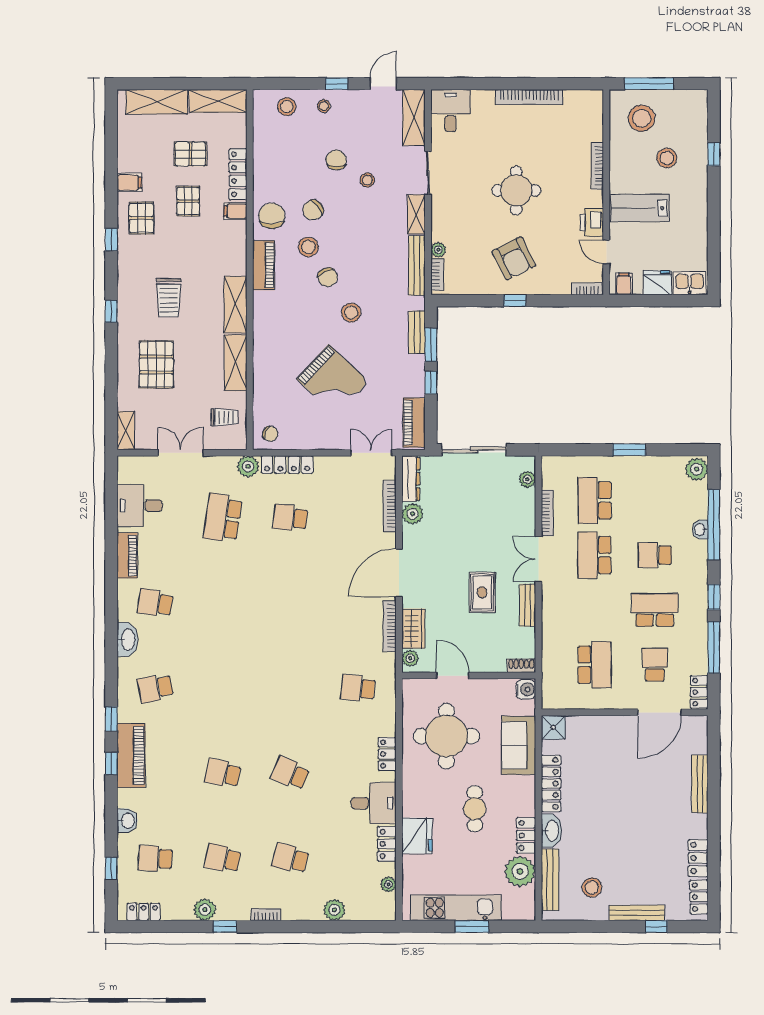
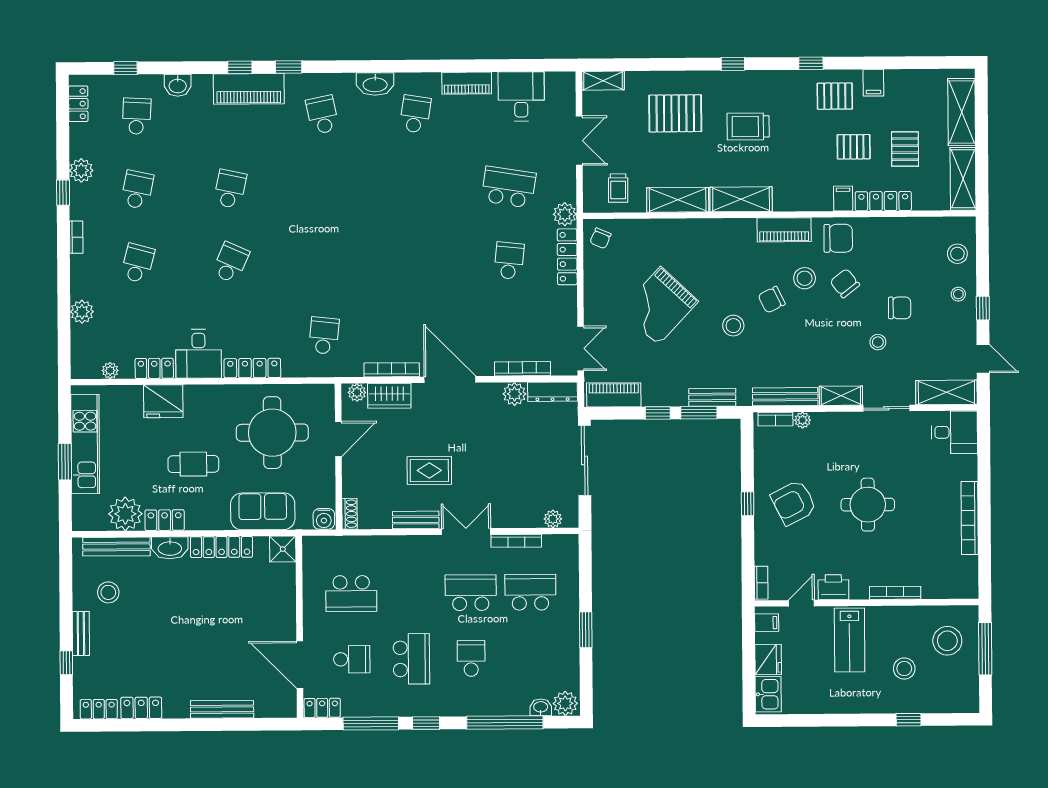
lab bench: (640, 208) -> (850, 640), turned 180
washbasin: (700, 530) -> (541, 707), moved
locker: (387, 754) -> (252, 368), width x1.53
bench: (637, 913) -> (81, 633), width x0.73

